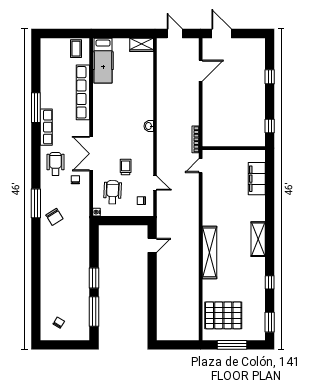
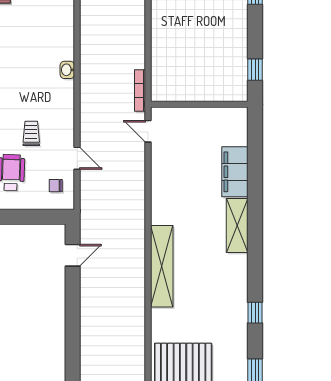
door: (201, 166) -> (148, 131), hinge flipped
filing cabinet: (257, 179) -> (235, 172), moved
shelving: (258, 239) -> (237, 225), moved

